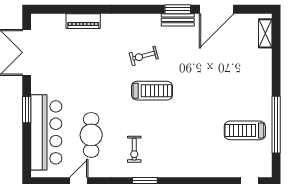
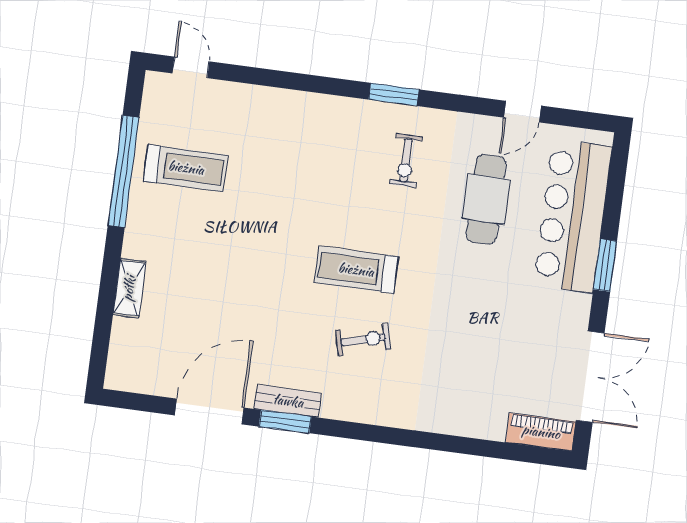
piano: (83, 21) -> (541, 432), moved
shelving: (265, 33) -> (129, 288), moved
exercise bike: (134, 149) -> (406, 160), turned 180

